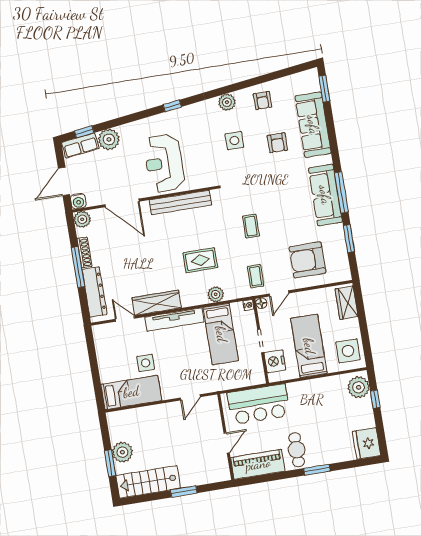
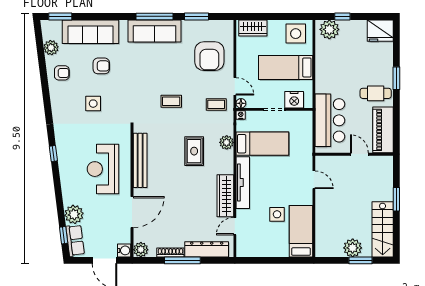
plant: (227, 102) -> (51, 48), moved
reception desk: (164, 163) -> (103, 169), turned 90

